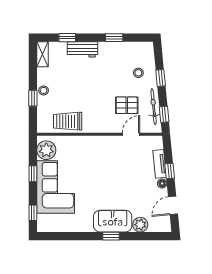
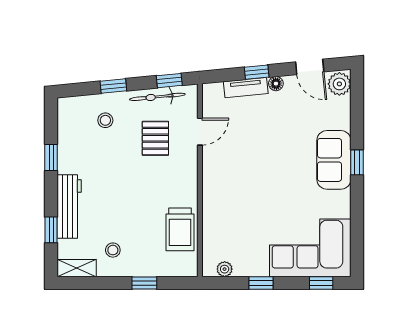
workbench: (82, 49) -> (69, 207), width x1.38
stool: (44, 90) -> (113, 250), moved
door: (131, 134) -> (200, 132), swing flipped
plant: (46, 150) -> (225, 269), width x0.53, depth x0.53
corner sofa: (56, 187) -> (310, 248), moved
plant: (140, 225) -> (339, 84), moved

